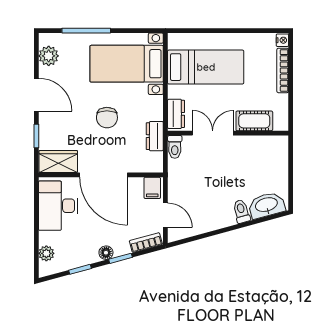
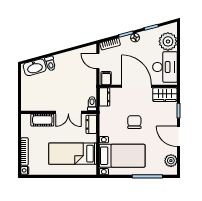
dresser: (155, 136) -> (104, 97), moved
plant: (46, 253) -> (168, 41), width x1.88, depth x1.88

